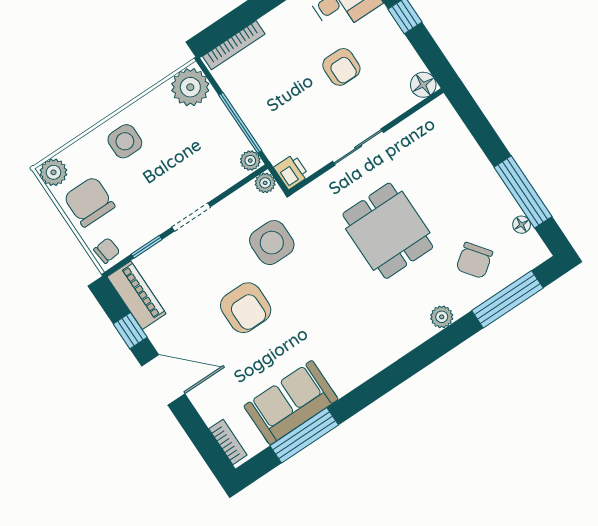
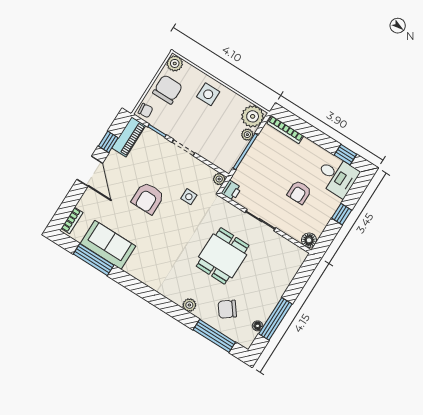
plant: (250, 161) -> (247, 135), moved
side table: (272, 243) -> (189, 197), width x0.54, depth x0.54

